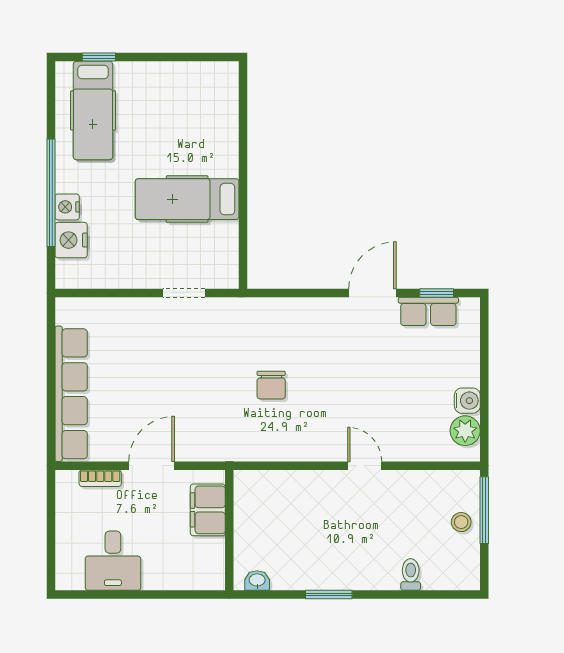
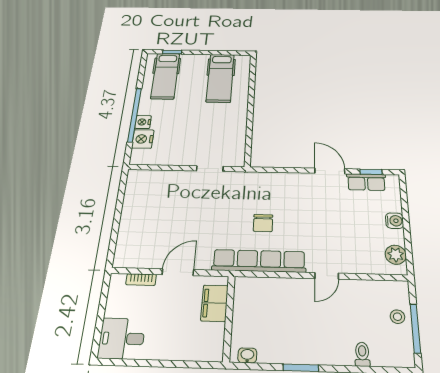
hospital bed: (187, 199) -> (220, 78), moved, turned -90
door: (372, 293) -> (330, 171), hinge flipped
row of seats: (71, 394) -> (259, 261), moved, turned -90
water cooler: (467, 401) -> (395, 221), moved
door: (365, 466) -> (327, 276), swing flipped
window: (484, 510) -> (415, 328), moved
desk: (113, 561) -> (122, 339), moved, turned 90

